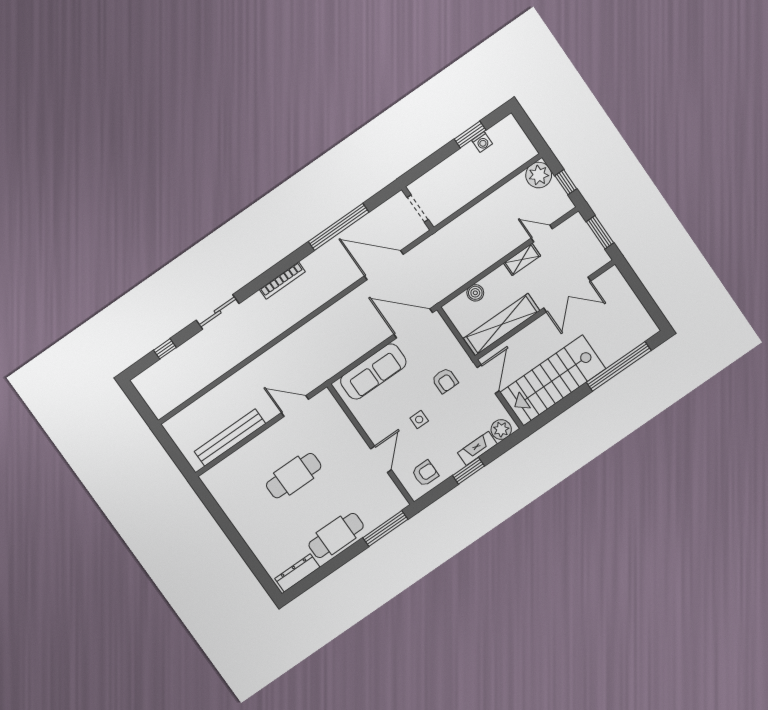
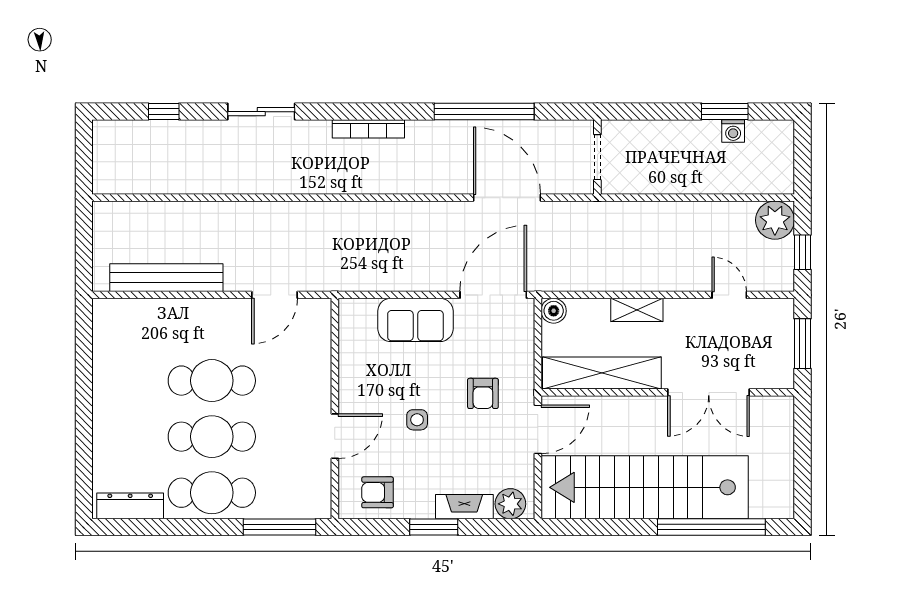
shelving: (522, 259) -> (637, 310), moved
boiler: (475, 293) -> (554, 311), moved
door: (413, 323) -> (493, 295), hinge flipped
sofa: (373, 371) -> (415, 320), width x0.73
stairs: (553, 381) -> (645, 487), width x1.36
door: (295, 406) -> (274, 295), swing flipped
armchair: (425, 473) -> (378, 492), turned 180
cafe table: (315, 506) -> (212, 437), added

